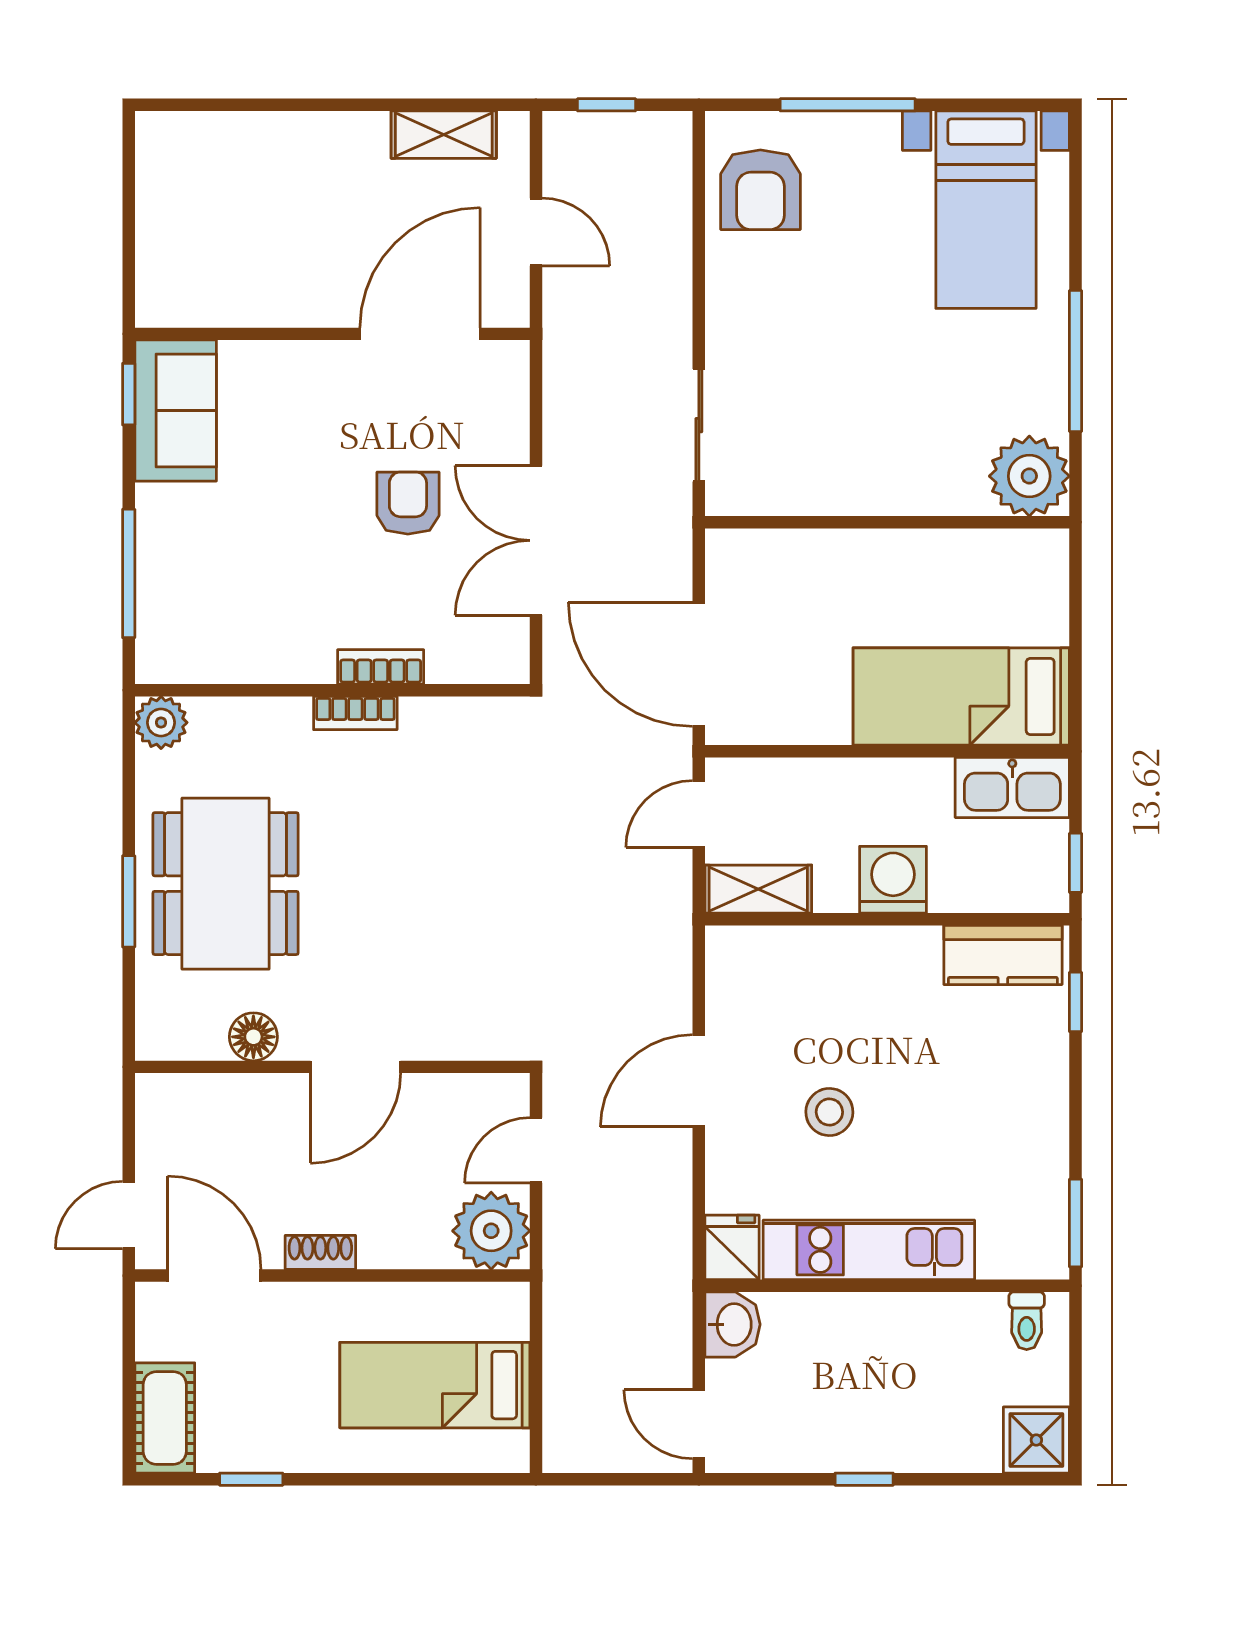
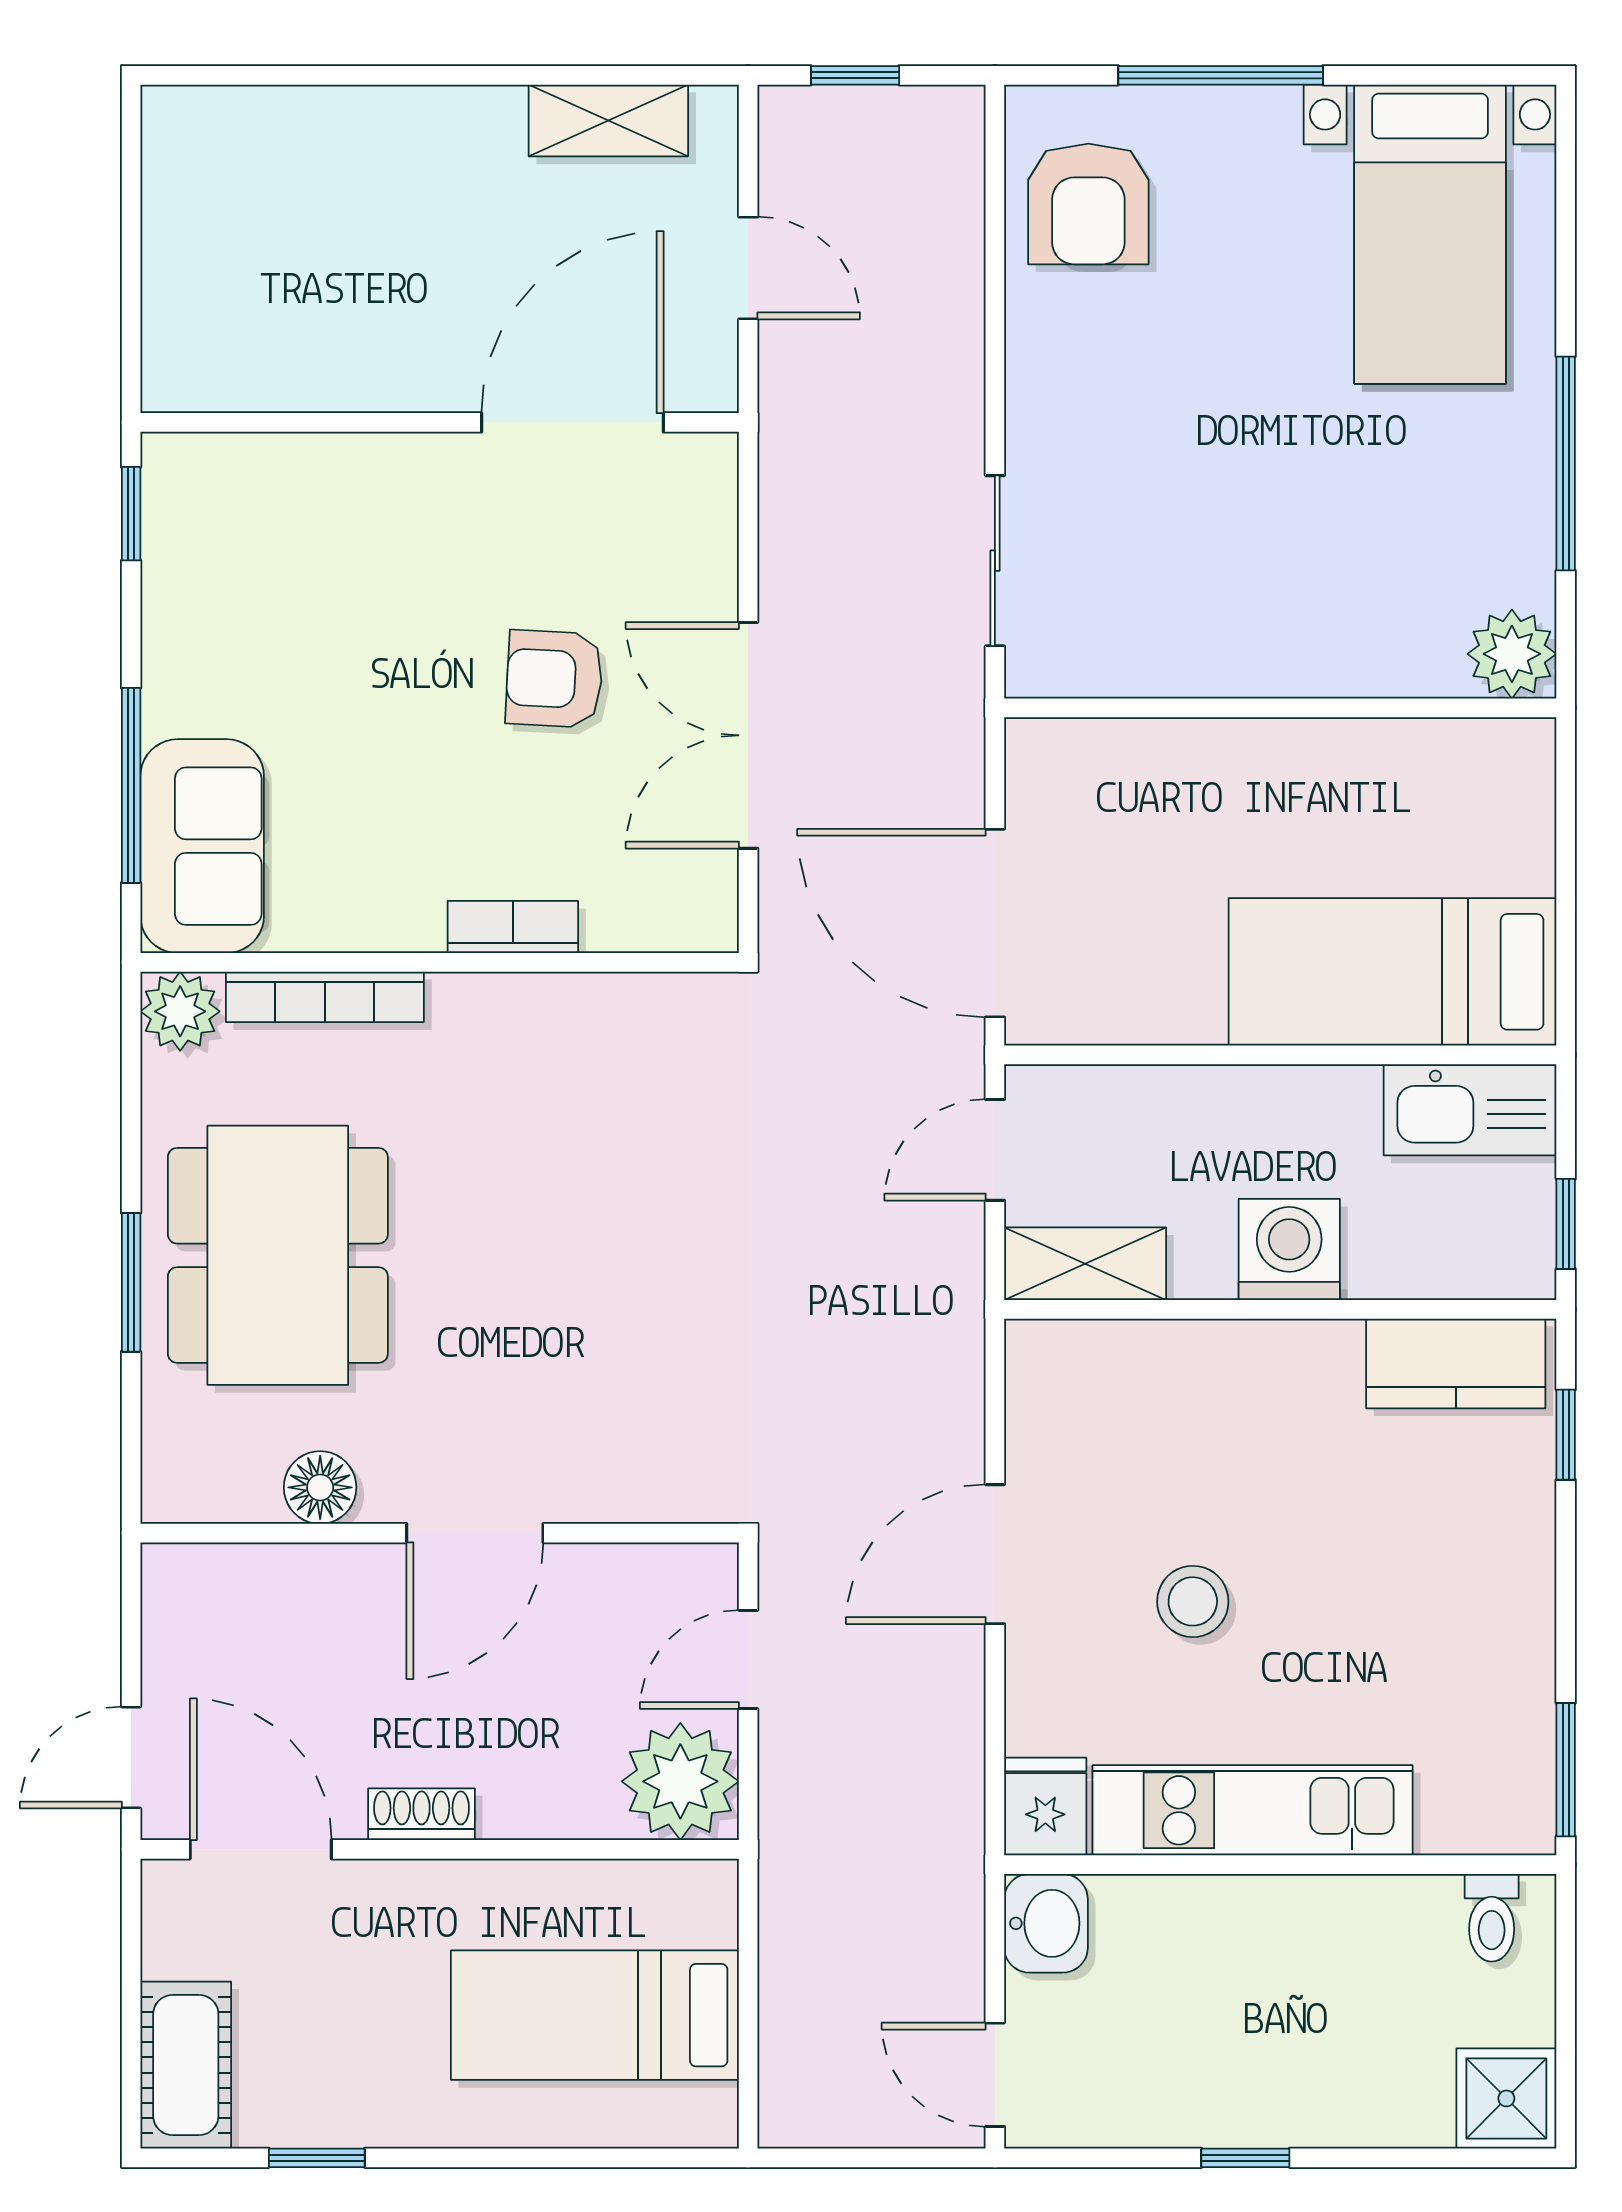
sofa: (176, 411) -> (202, 846), moved
plant: (1029, 476) -> (1512, 654), width x0.73, depth x0.73
armchair: (408, 503) -> (554, 679), turned -87
bookcase: (355, 713) -> (325, 997), moved, width x1.56

